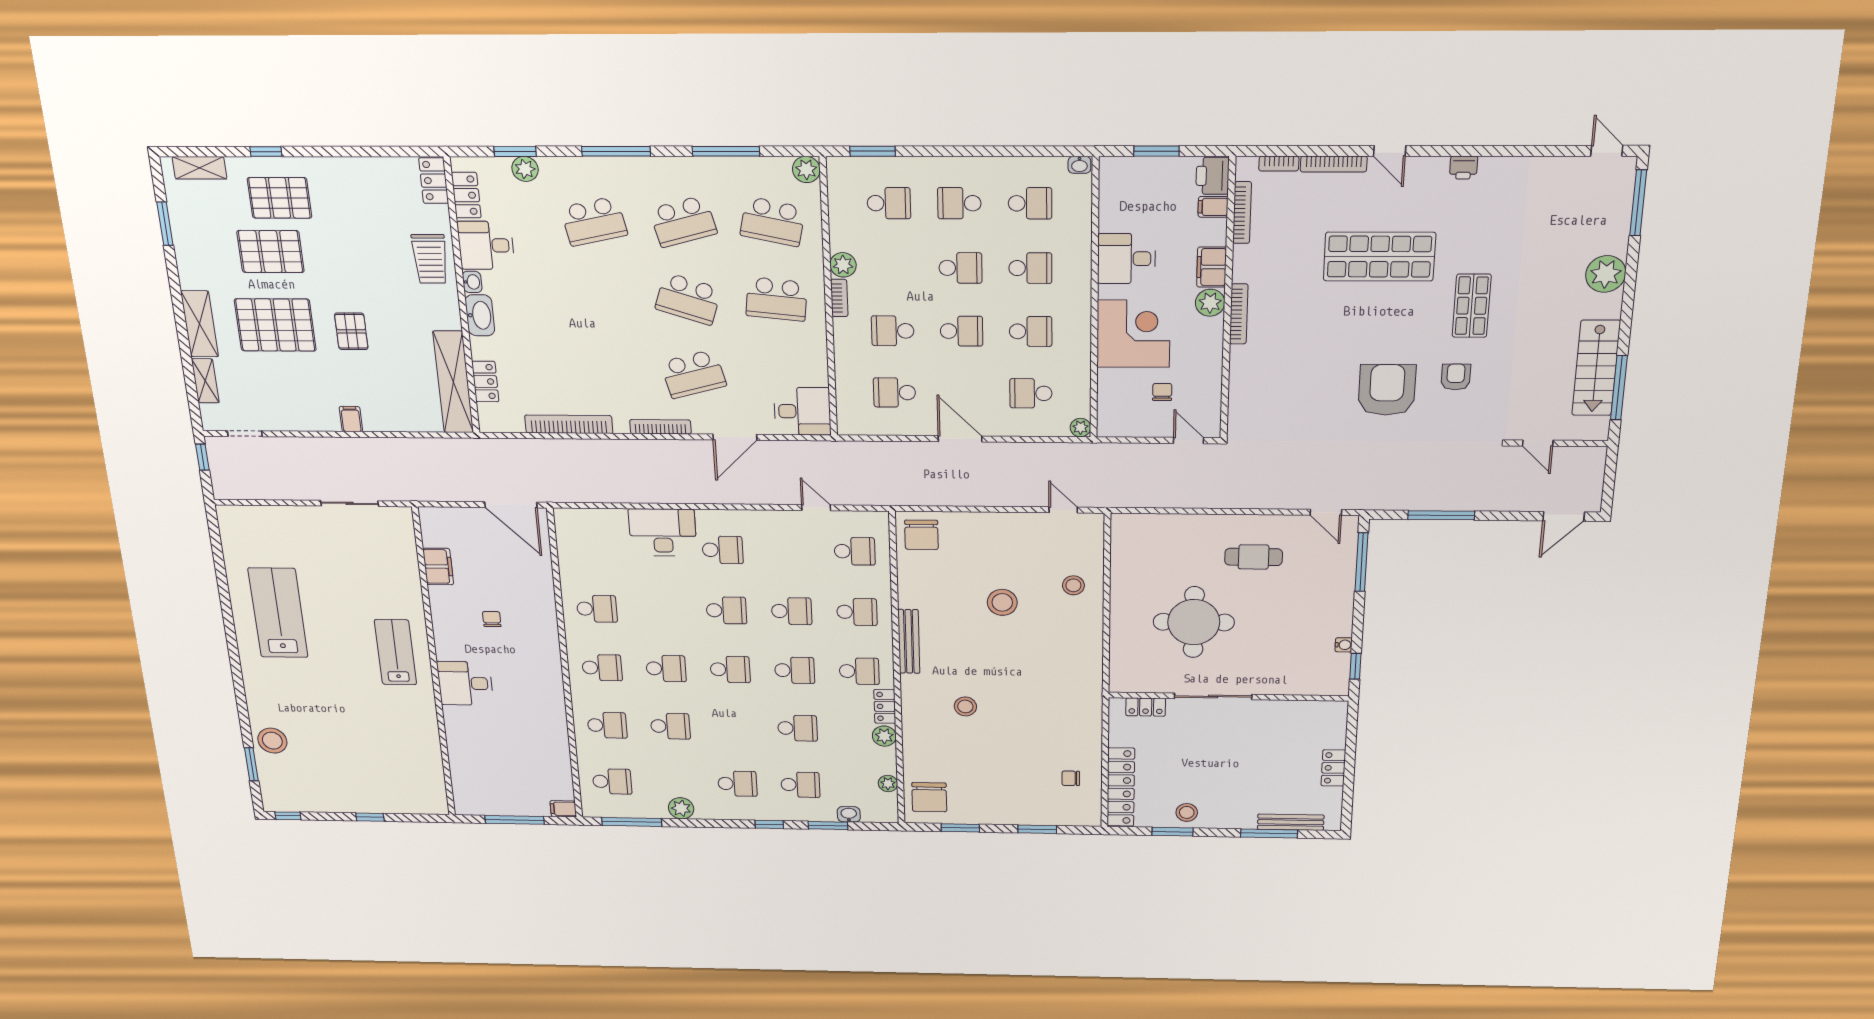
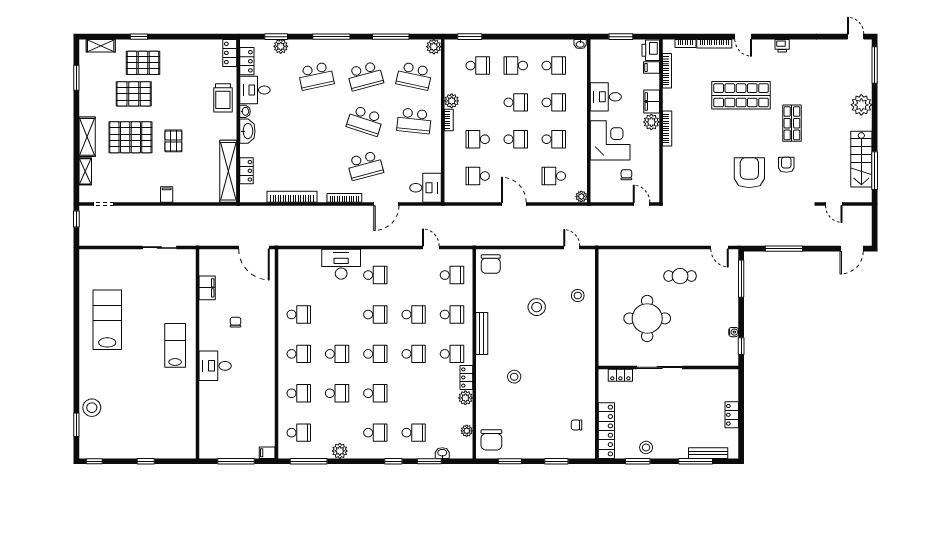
school desk: (797, 728) -> (375, 393), moved

